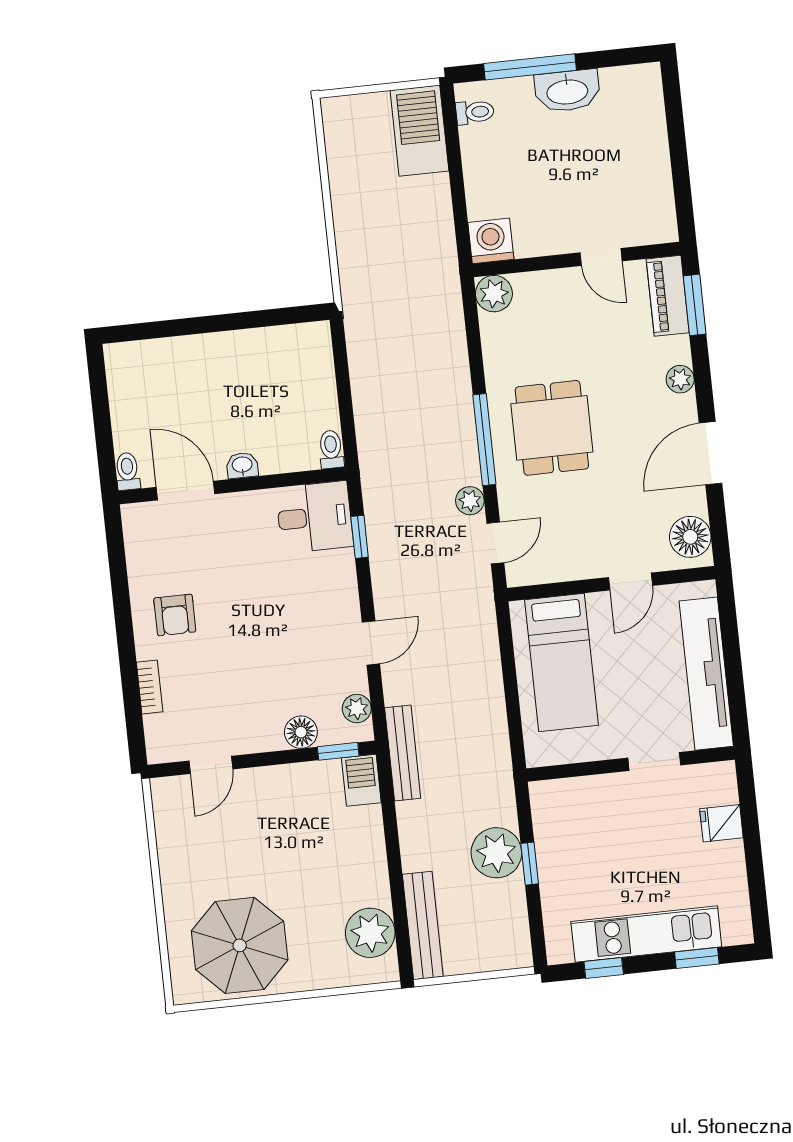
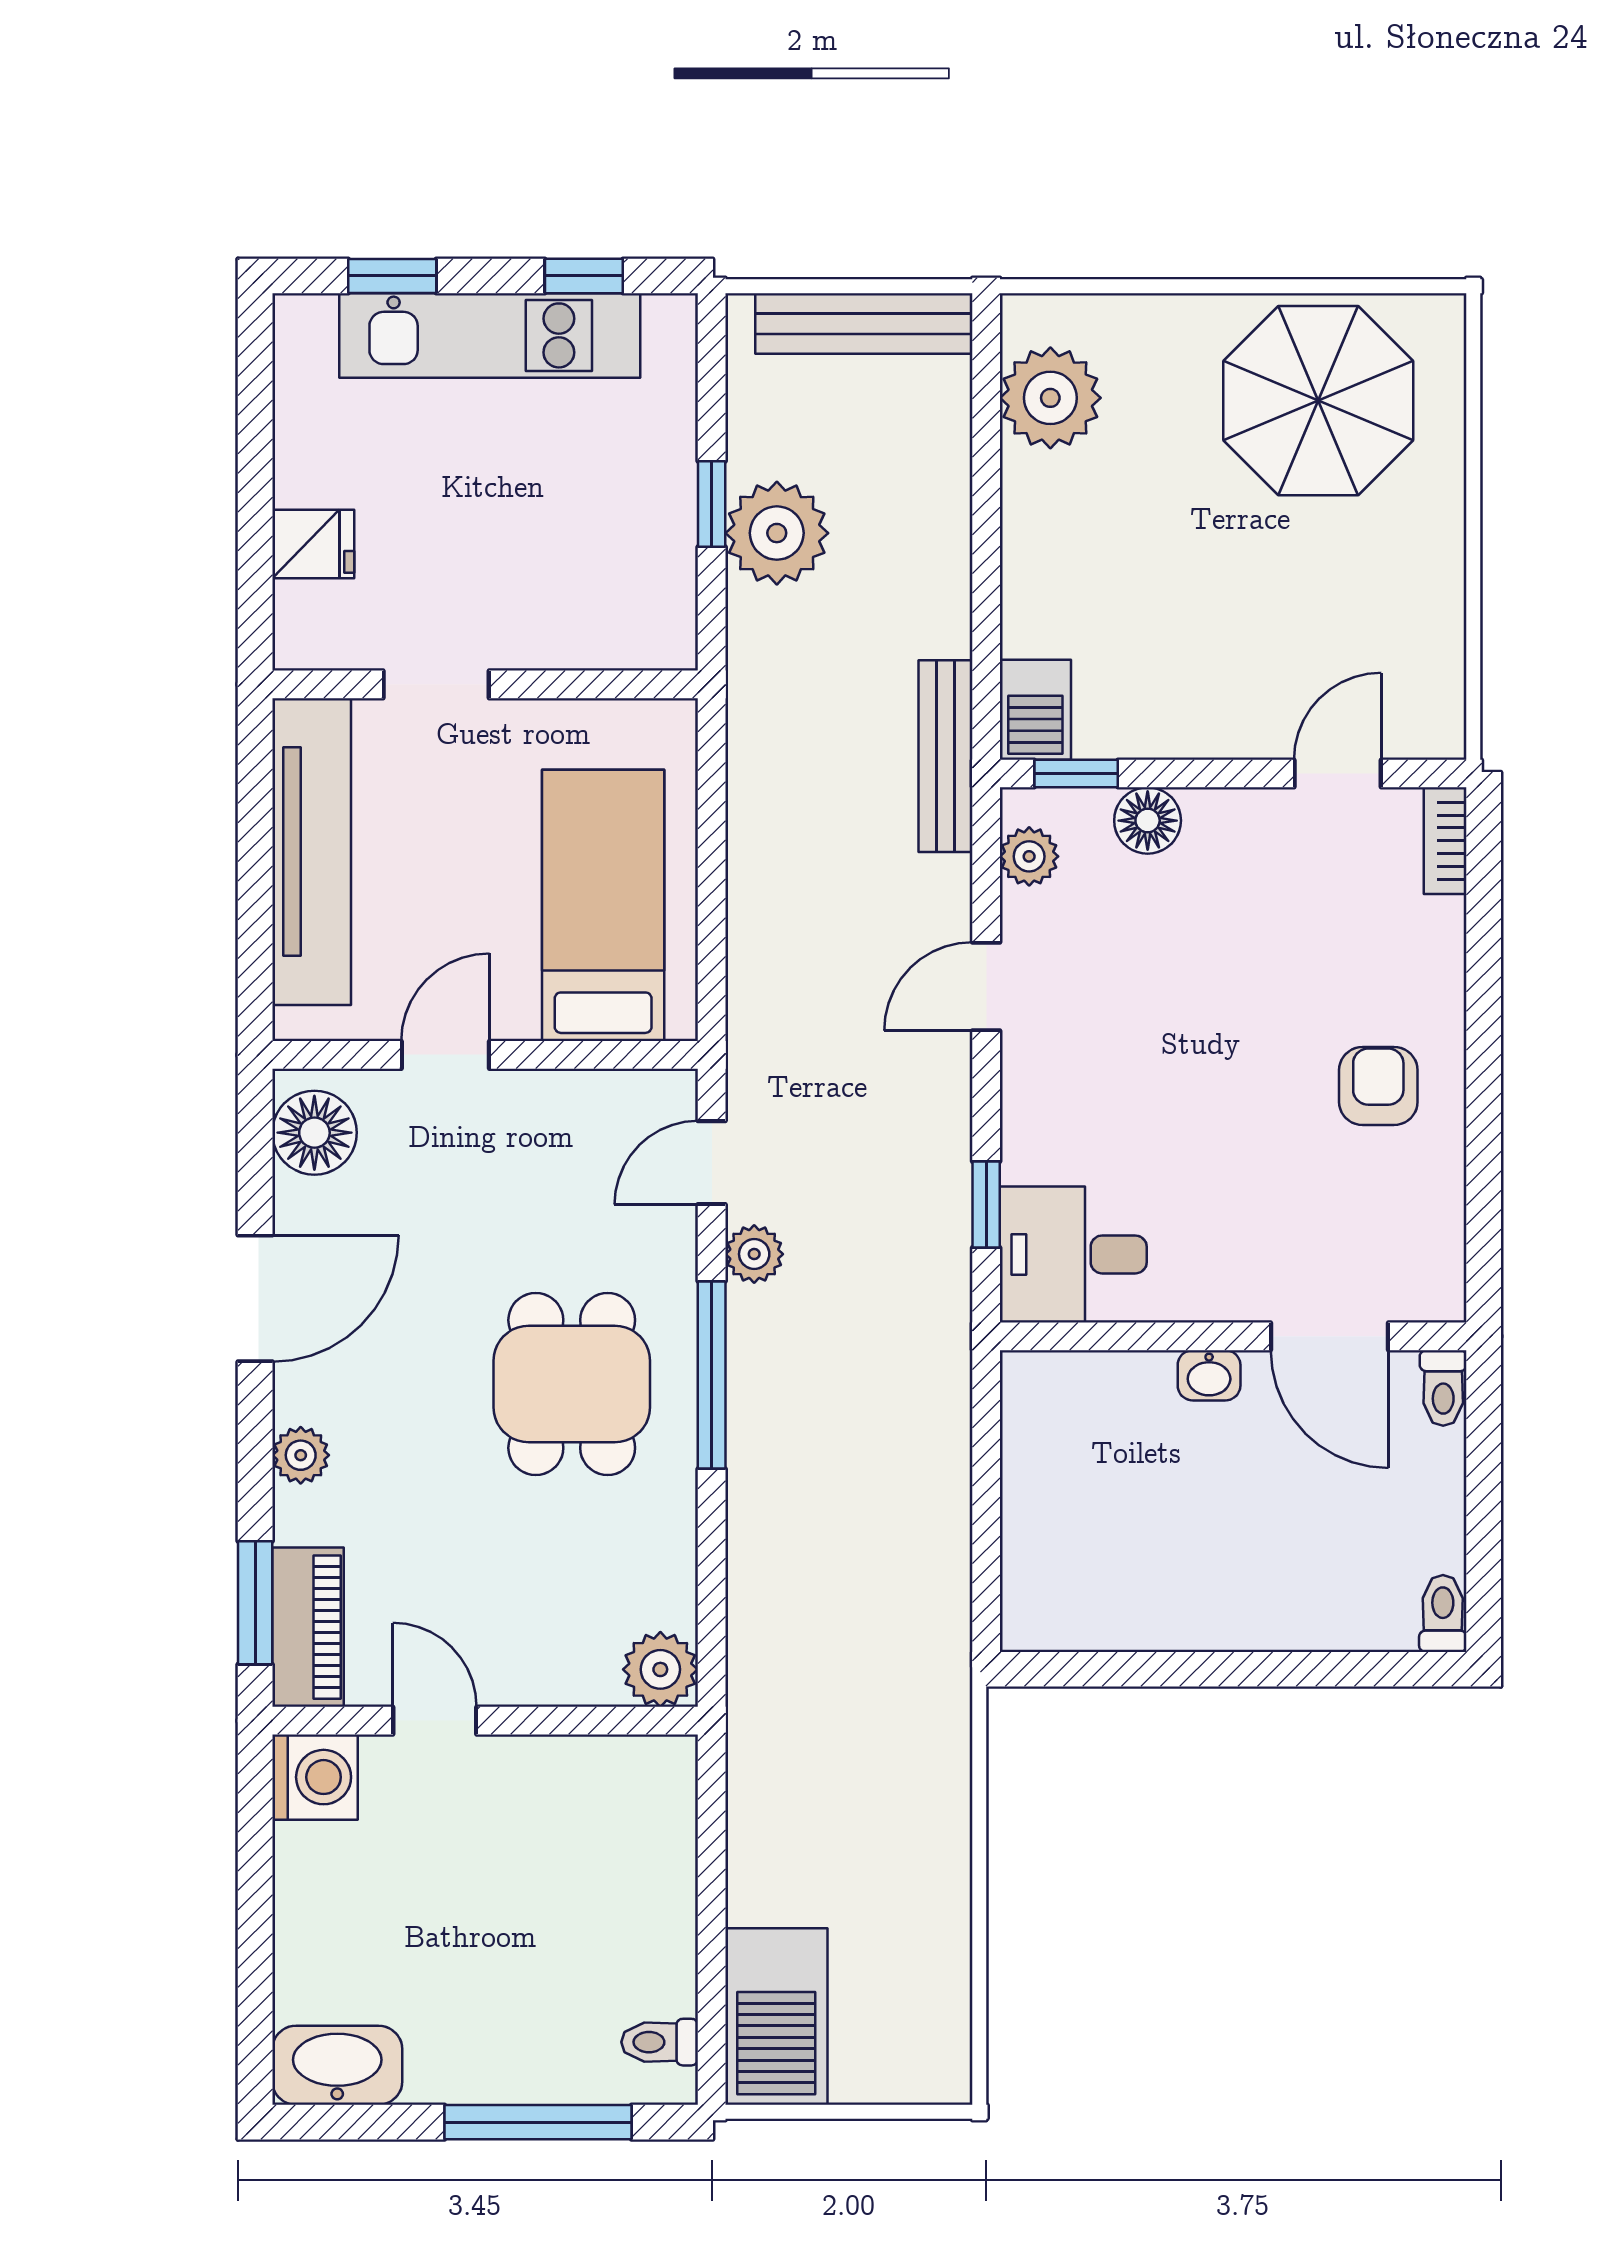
washbasin: (567, 91) -> (337, 2065), moved
washing machine: (491, 241) -> (315, 1777), moved, turned -90
toilet: (331, 449) -> (1443, 1613), moved, turned 180
bookcase: (150, 687) -> (1445, 841), moved
bench: (423, 925) -> (864, 323), moved, turned 90

